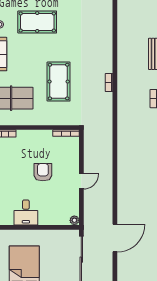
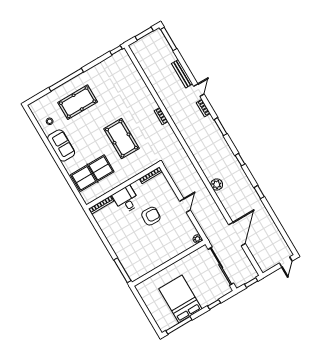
armchair: (43, 172) -> (151, 216), turned 93
plant: (124, 179) -> (217, 184), added
desk: (26, 212) -> (126, 199), moved, turned 180

